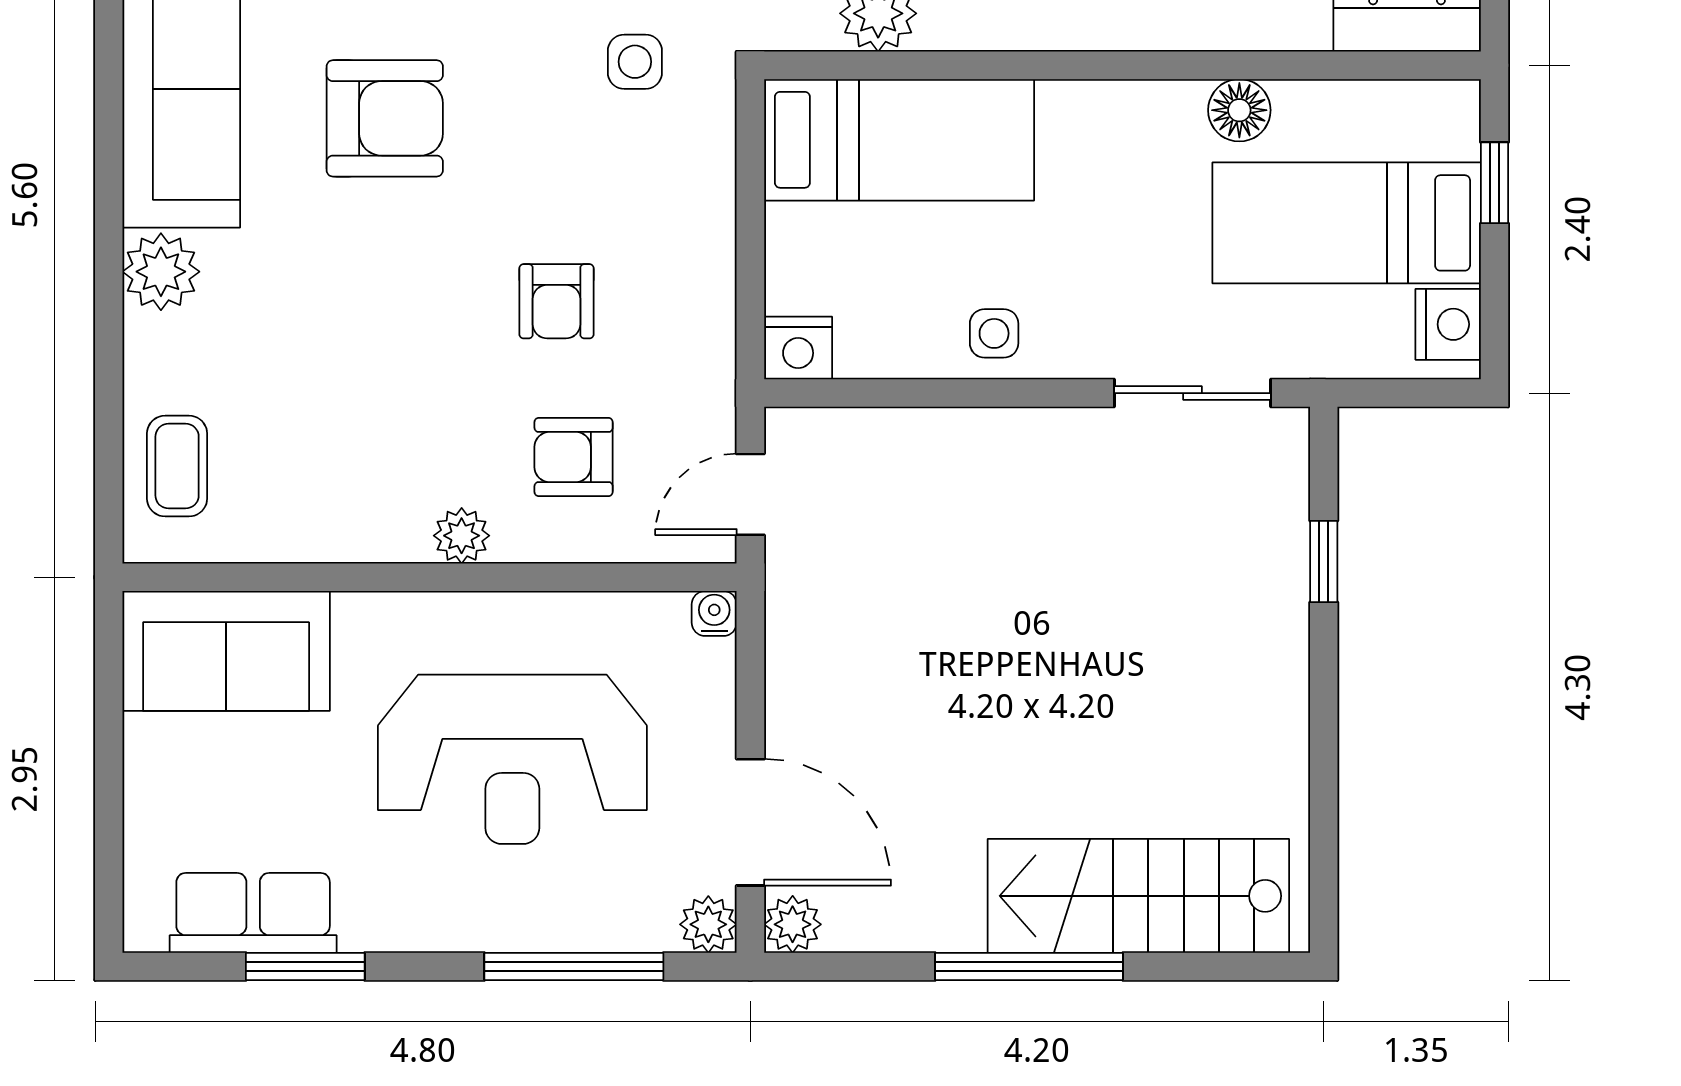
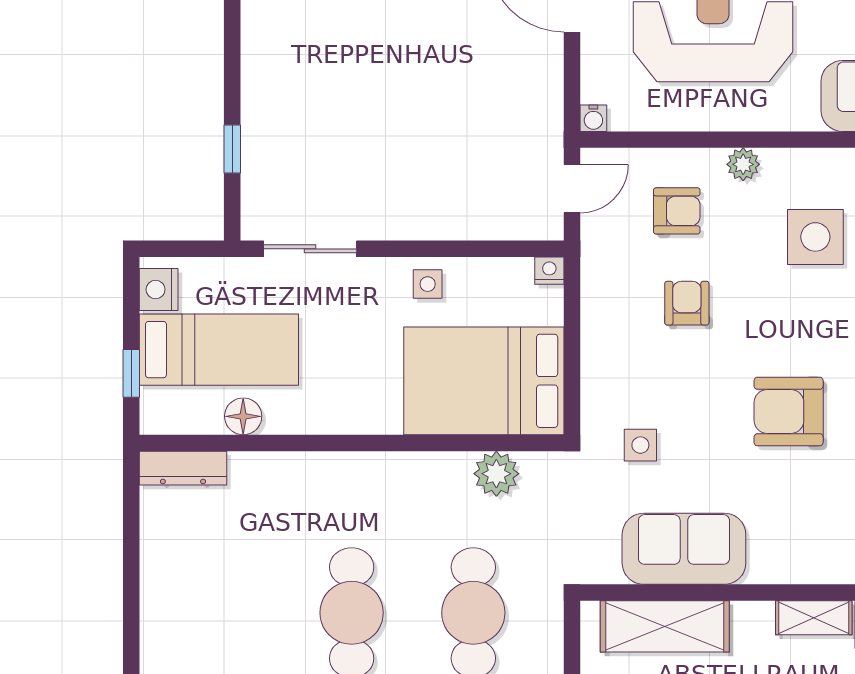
floor lamp: (1239, 110) -> (243, 416), moved
bed: (899, 140) -> (484, 381), width x1.50
nightstand: (798, 348) -> (549, 271), width x0.72, depth x0.74
side table: (340, 413) -> (815, 237), added

